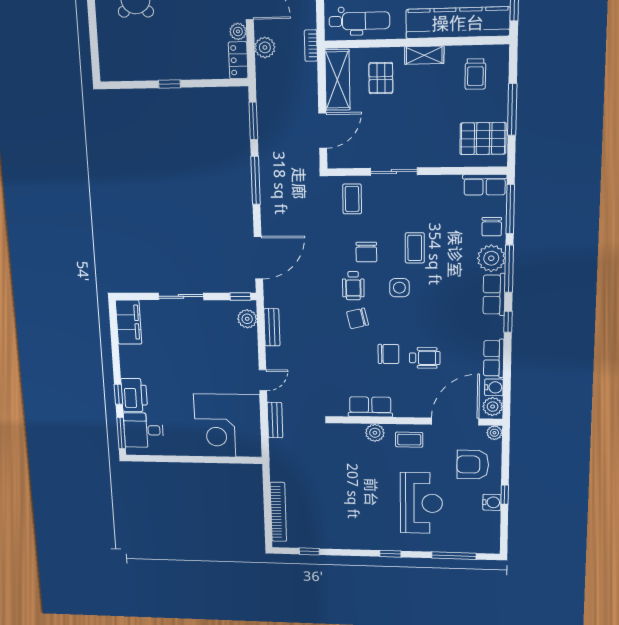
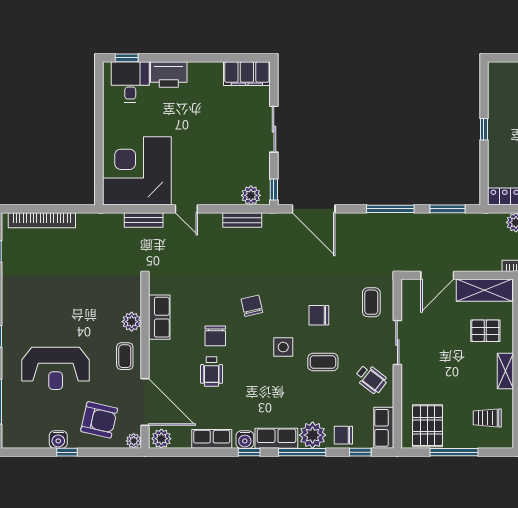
door: (323, 131) -> (437, 275), hinge flipped
coffee table: (352, 199) -> (371, 302), turned 90
window: (510, 209) -> (360, 452), width x0.46
wheelchair: (353, 286) -> (371, 379), moved, turned -142
water cooler: (494, 387) -> (245, 440), moved
window: (118, 394) -> (169, 58), removed
window: (121, 433) -> (127, 58), width x0.67
armchair: (473, 465) -> (99, 420), turned 103

